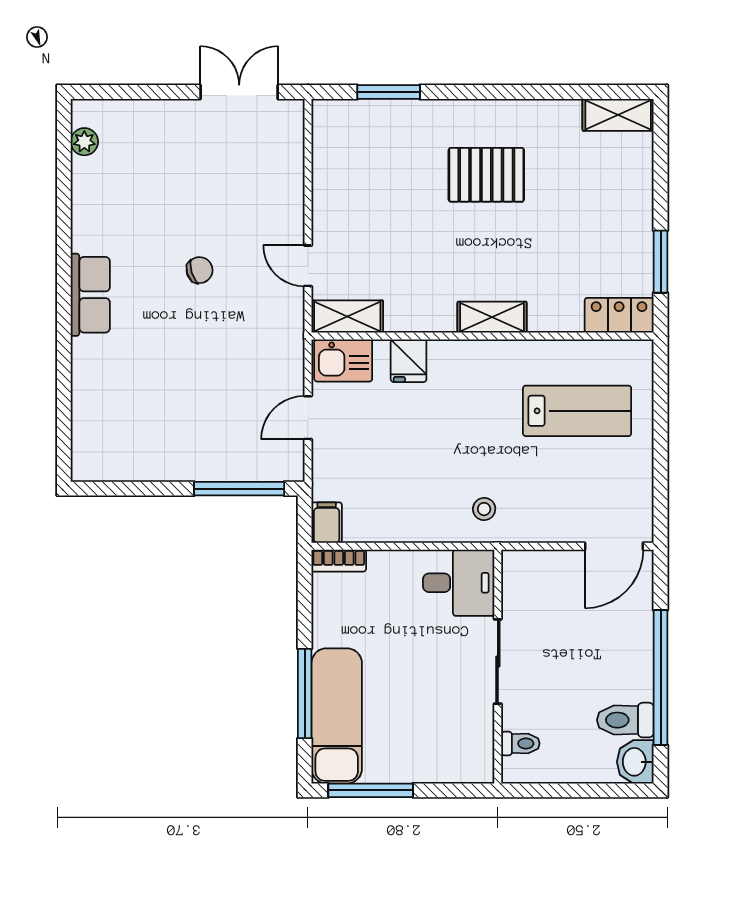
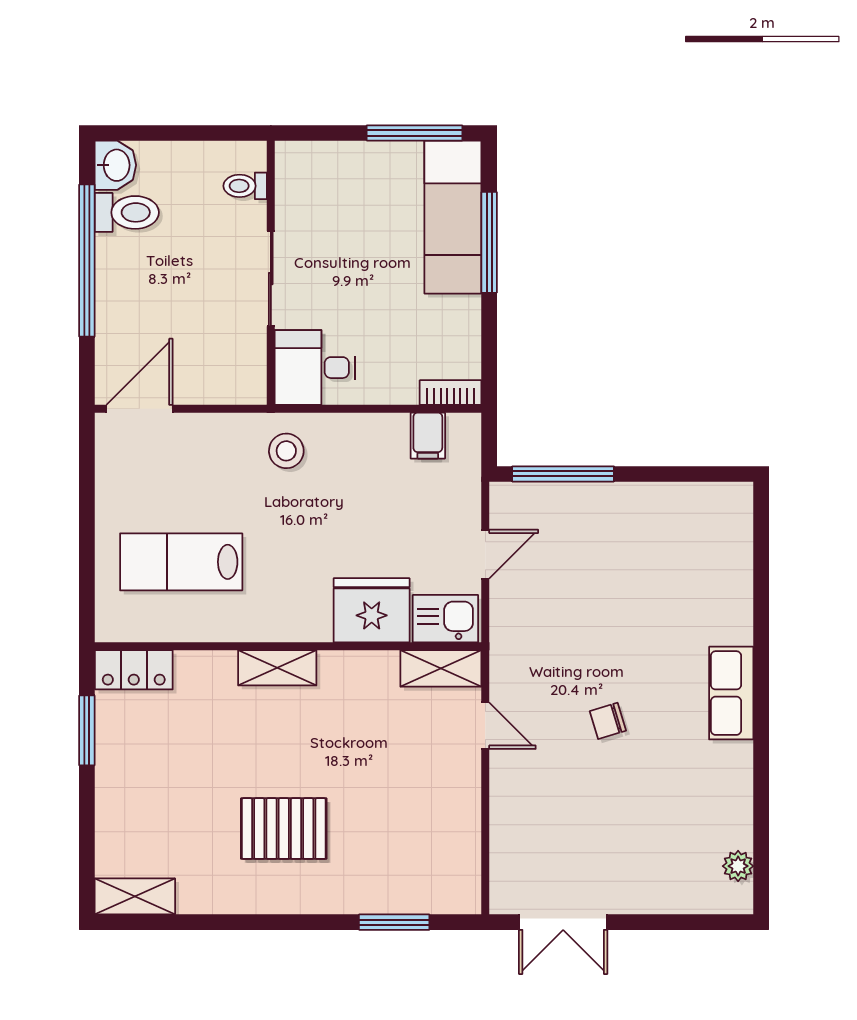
fridge: (409, 361) -> (372, 610), width x1.88, depth x1.34
stool: (484, 509) -> (286, 451), width x1.37, depth x1.37
filing cabinet: (327, 523) -> (428, 436), moved

